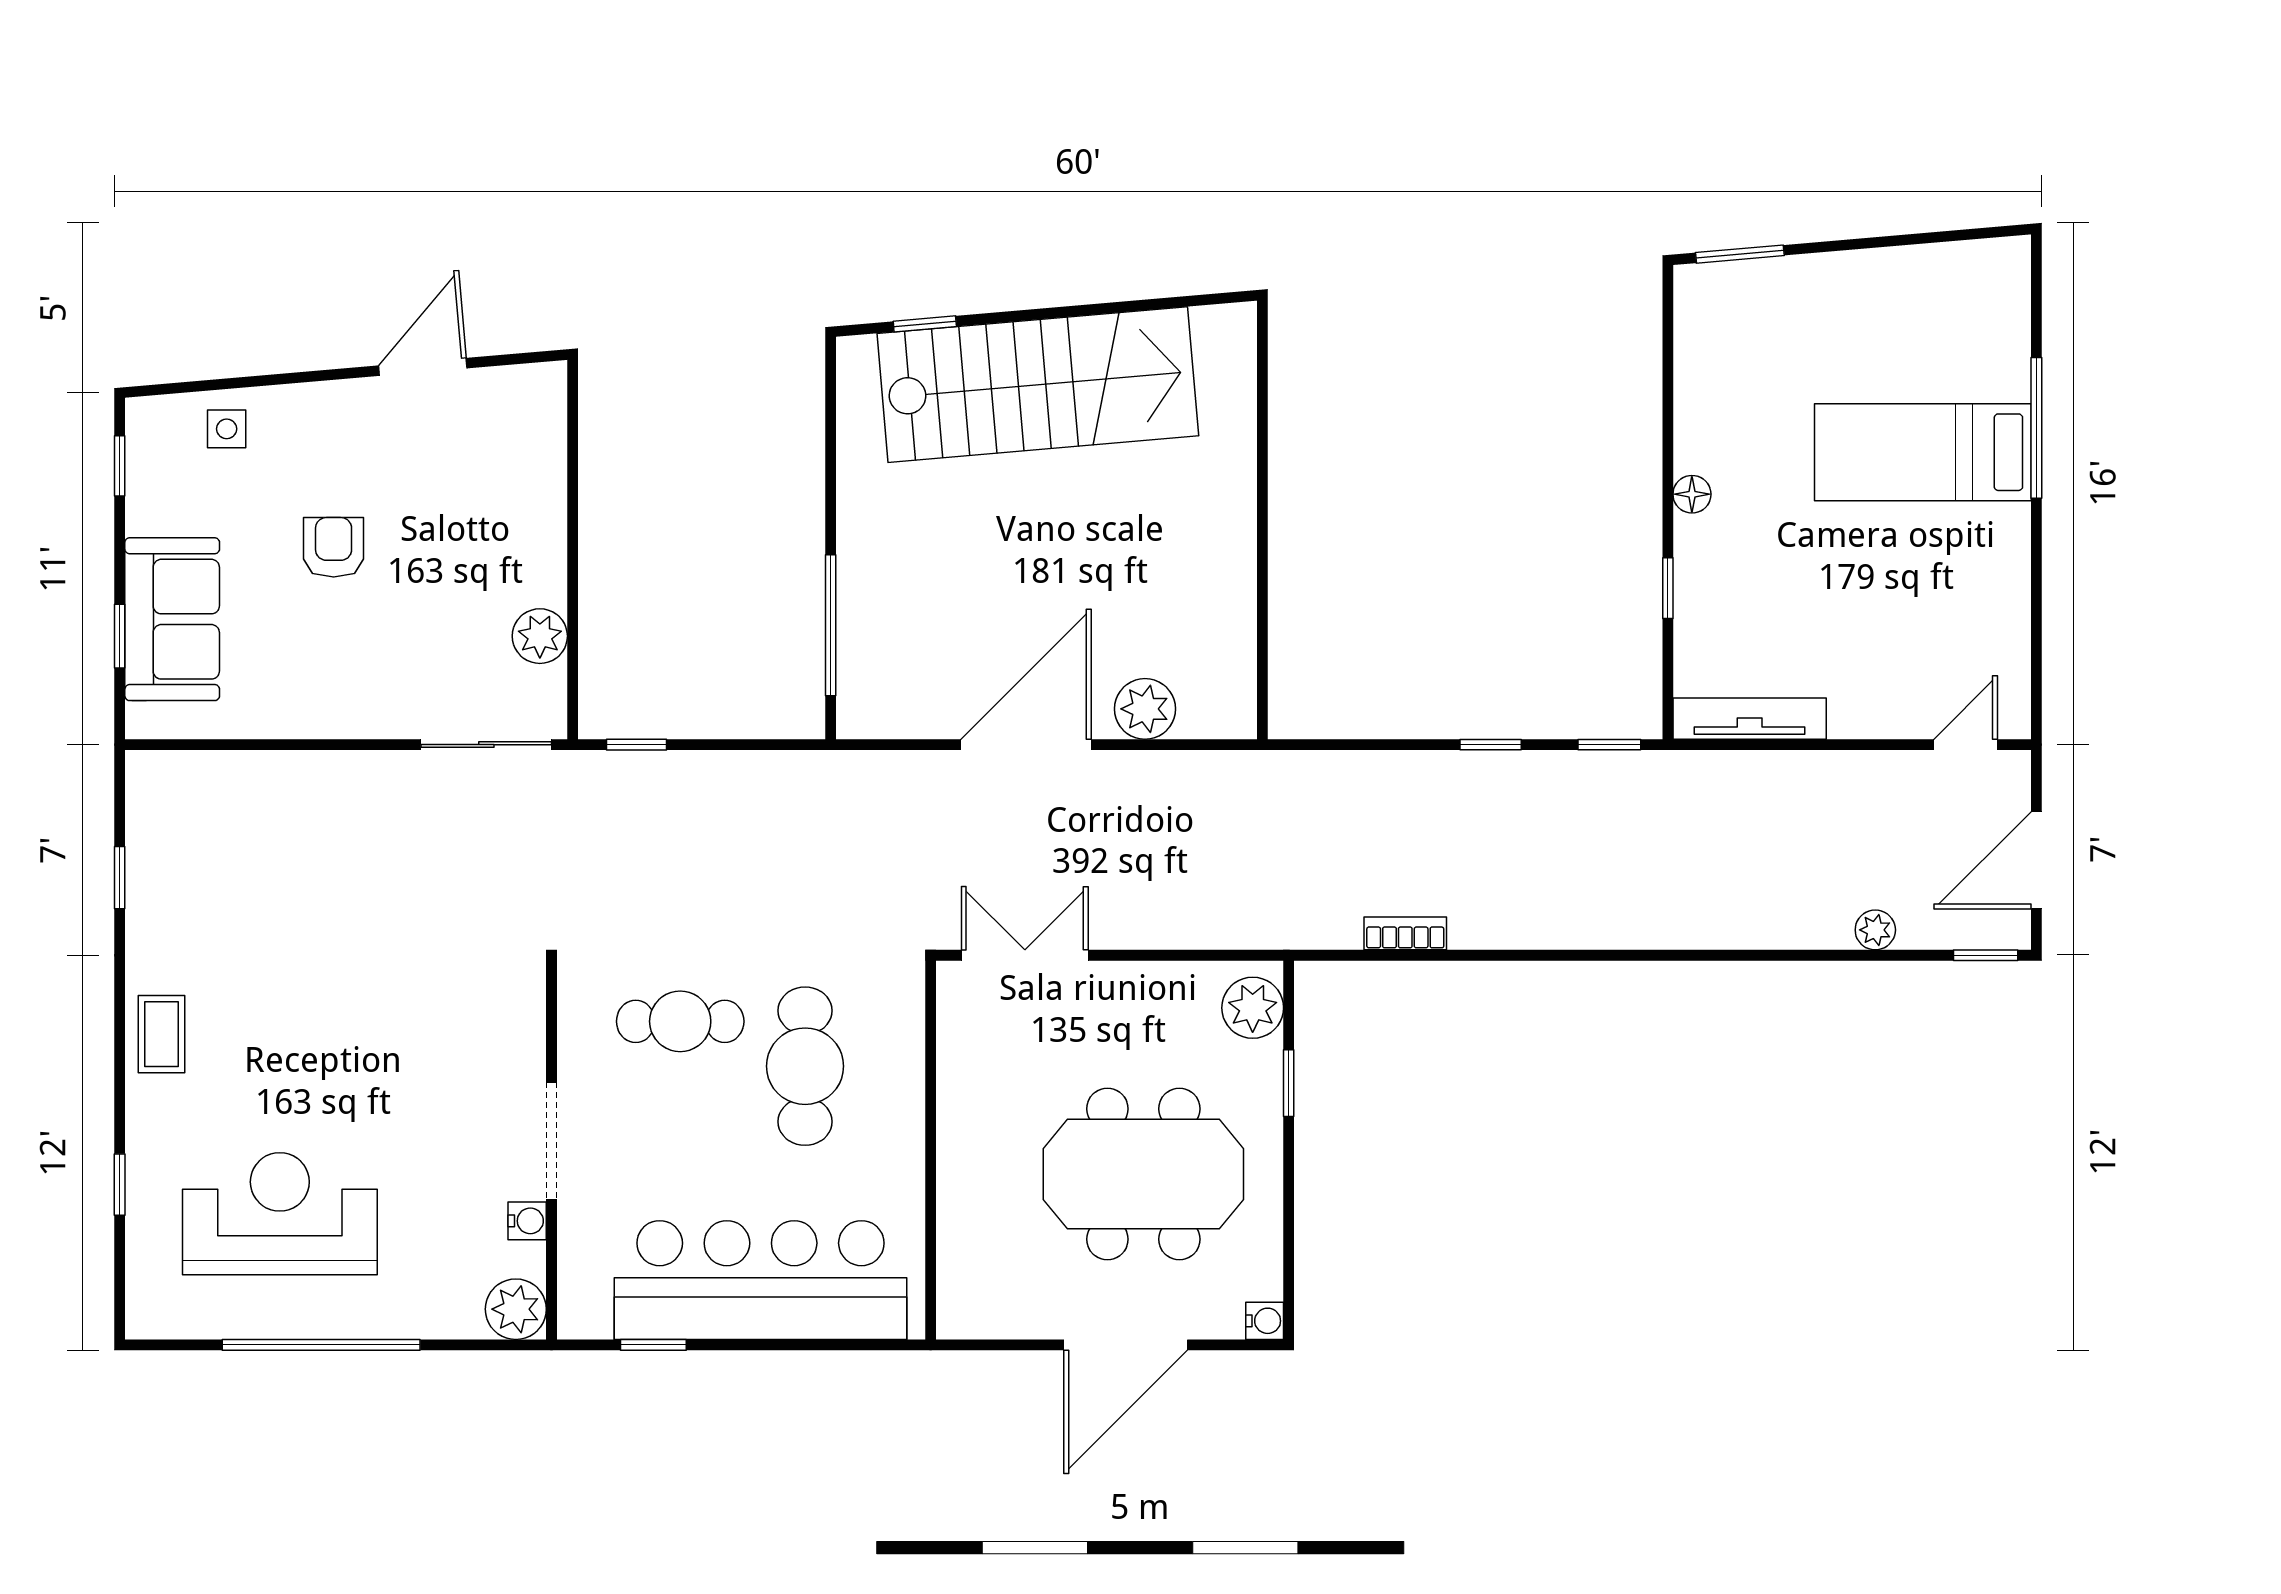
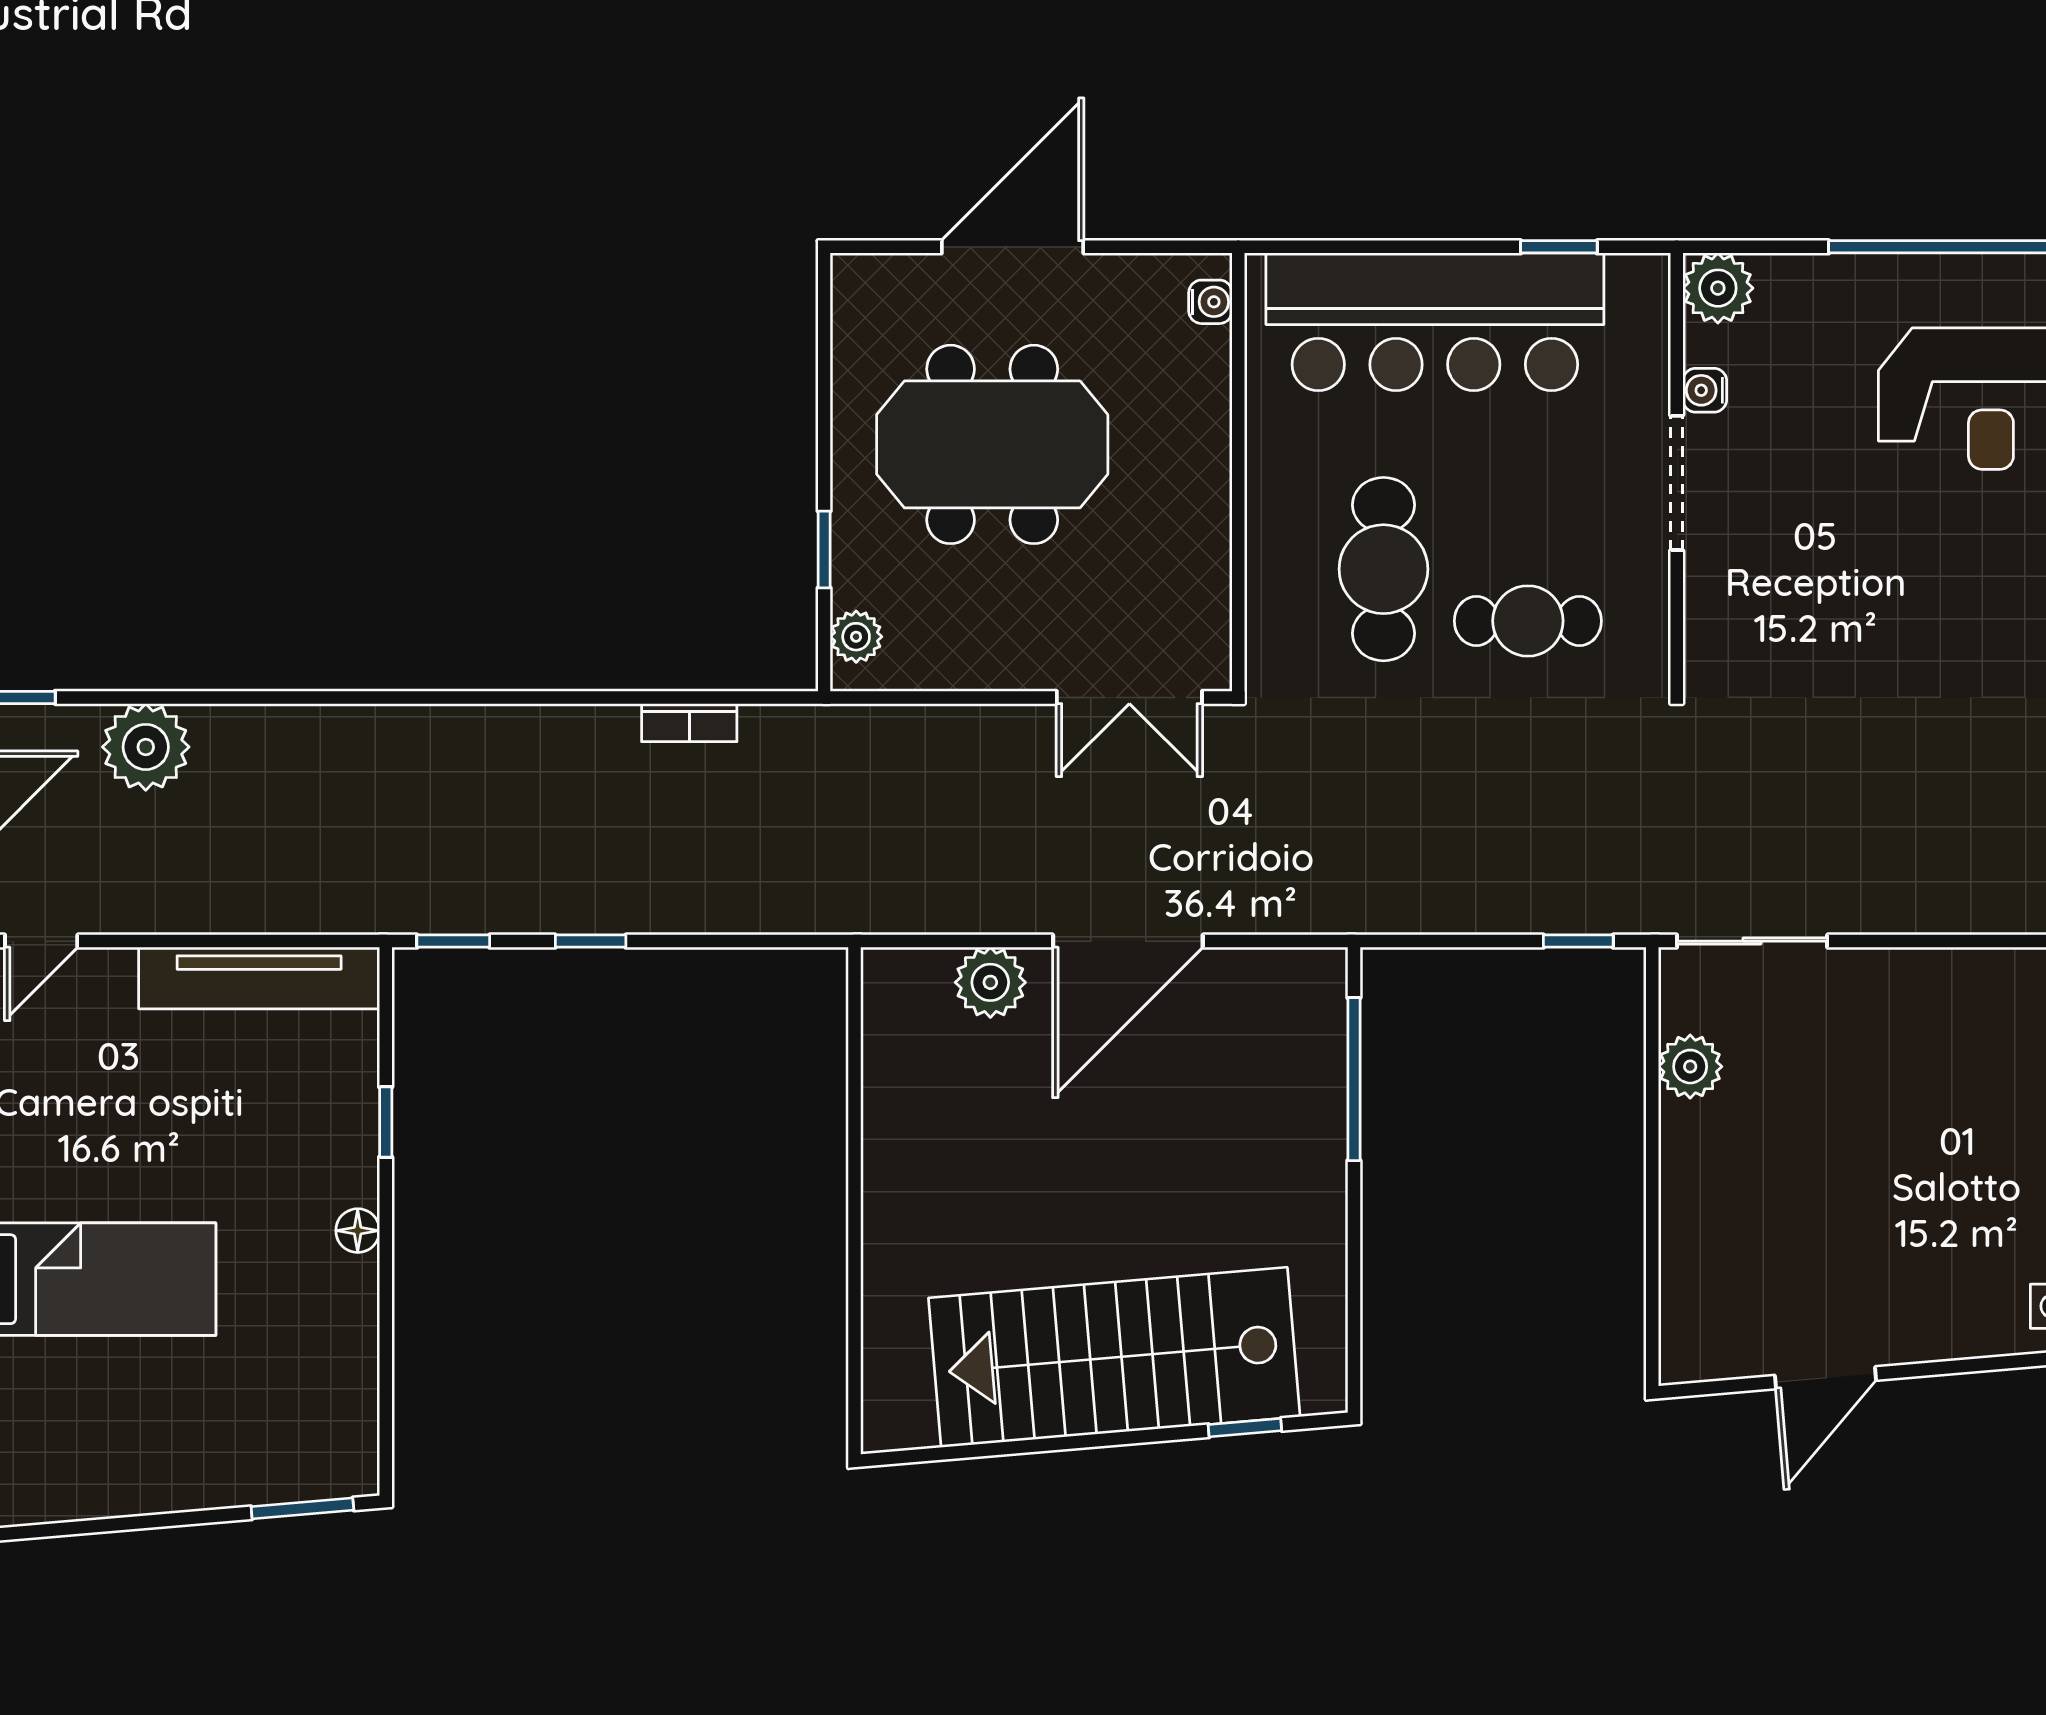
armchair: (334, 547) -> (1929, 1169), removed
tv unit: (1750, 719) -> (259, 978), width x1.36, depth x1.29
plant: (1875, 930) -> (146, 747), width x1.87, depth x1.87
plant: (1253, 1008) -> (856, 637), width x0.73, depth x0.73
water cooler: (1265, 1321) -> (1210, 302), moved, turned 180

